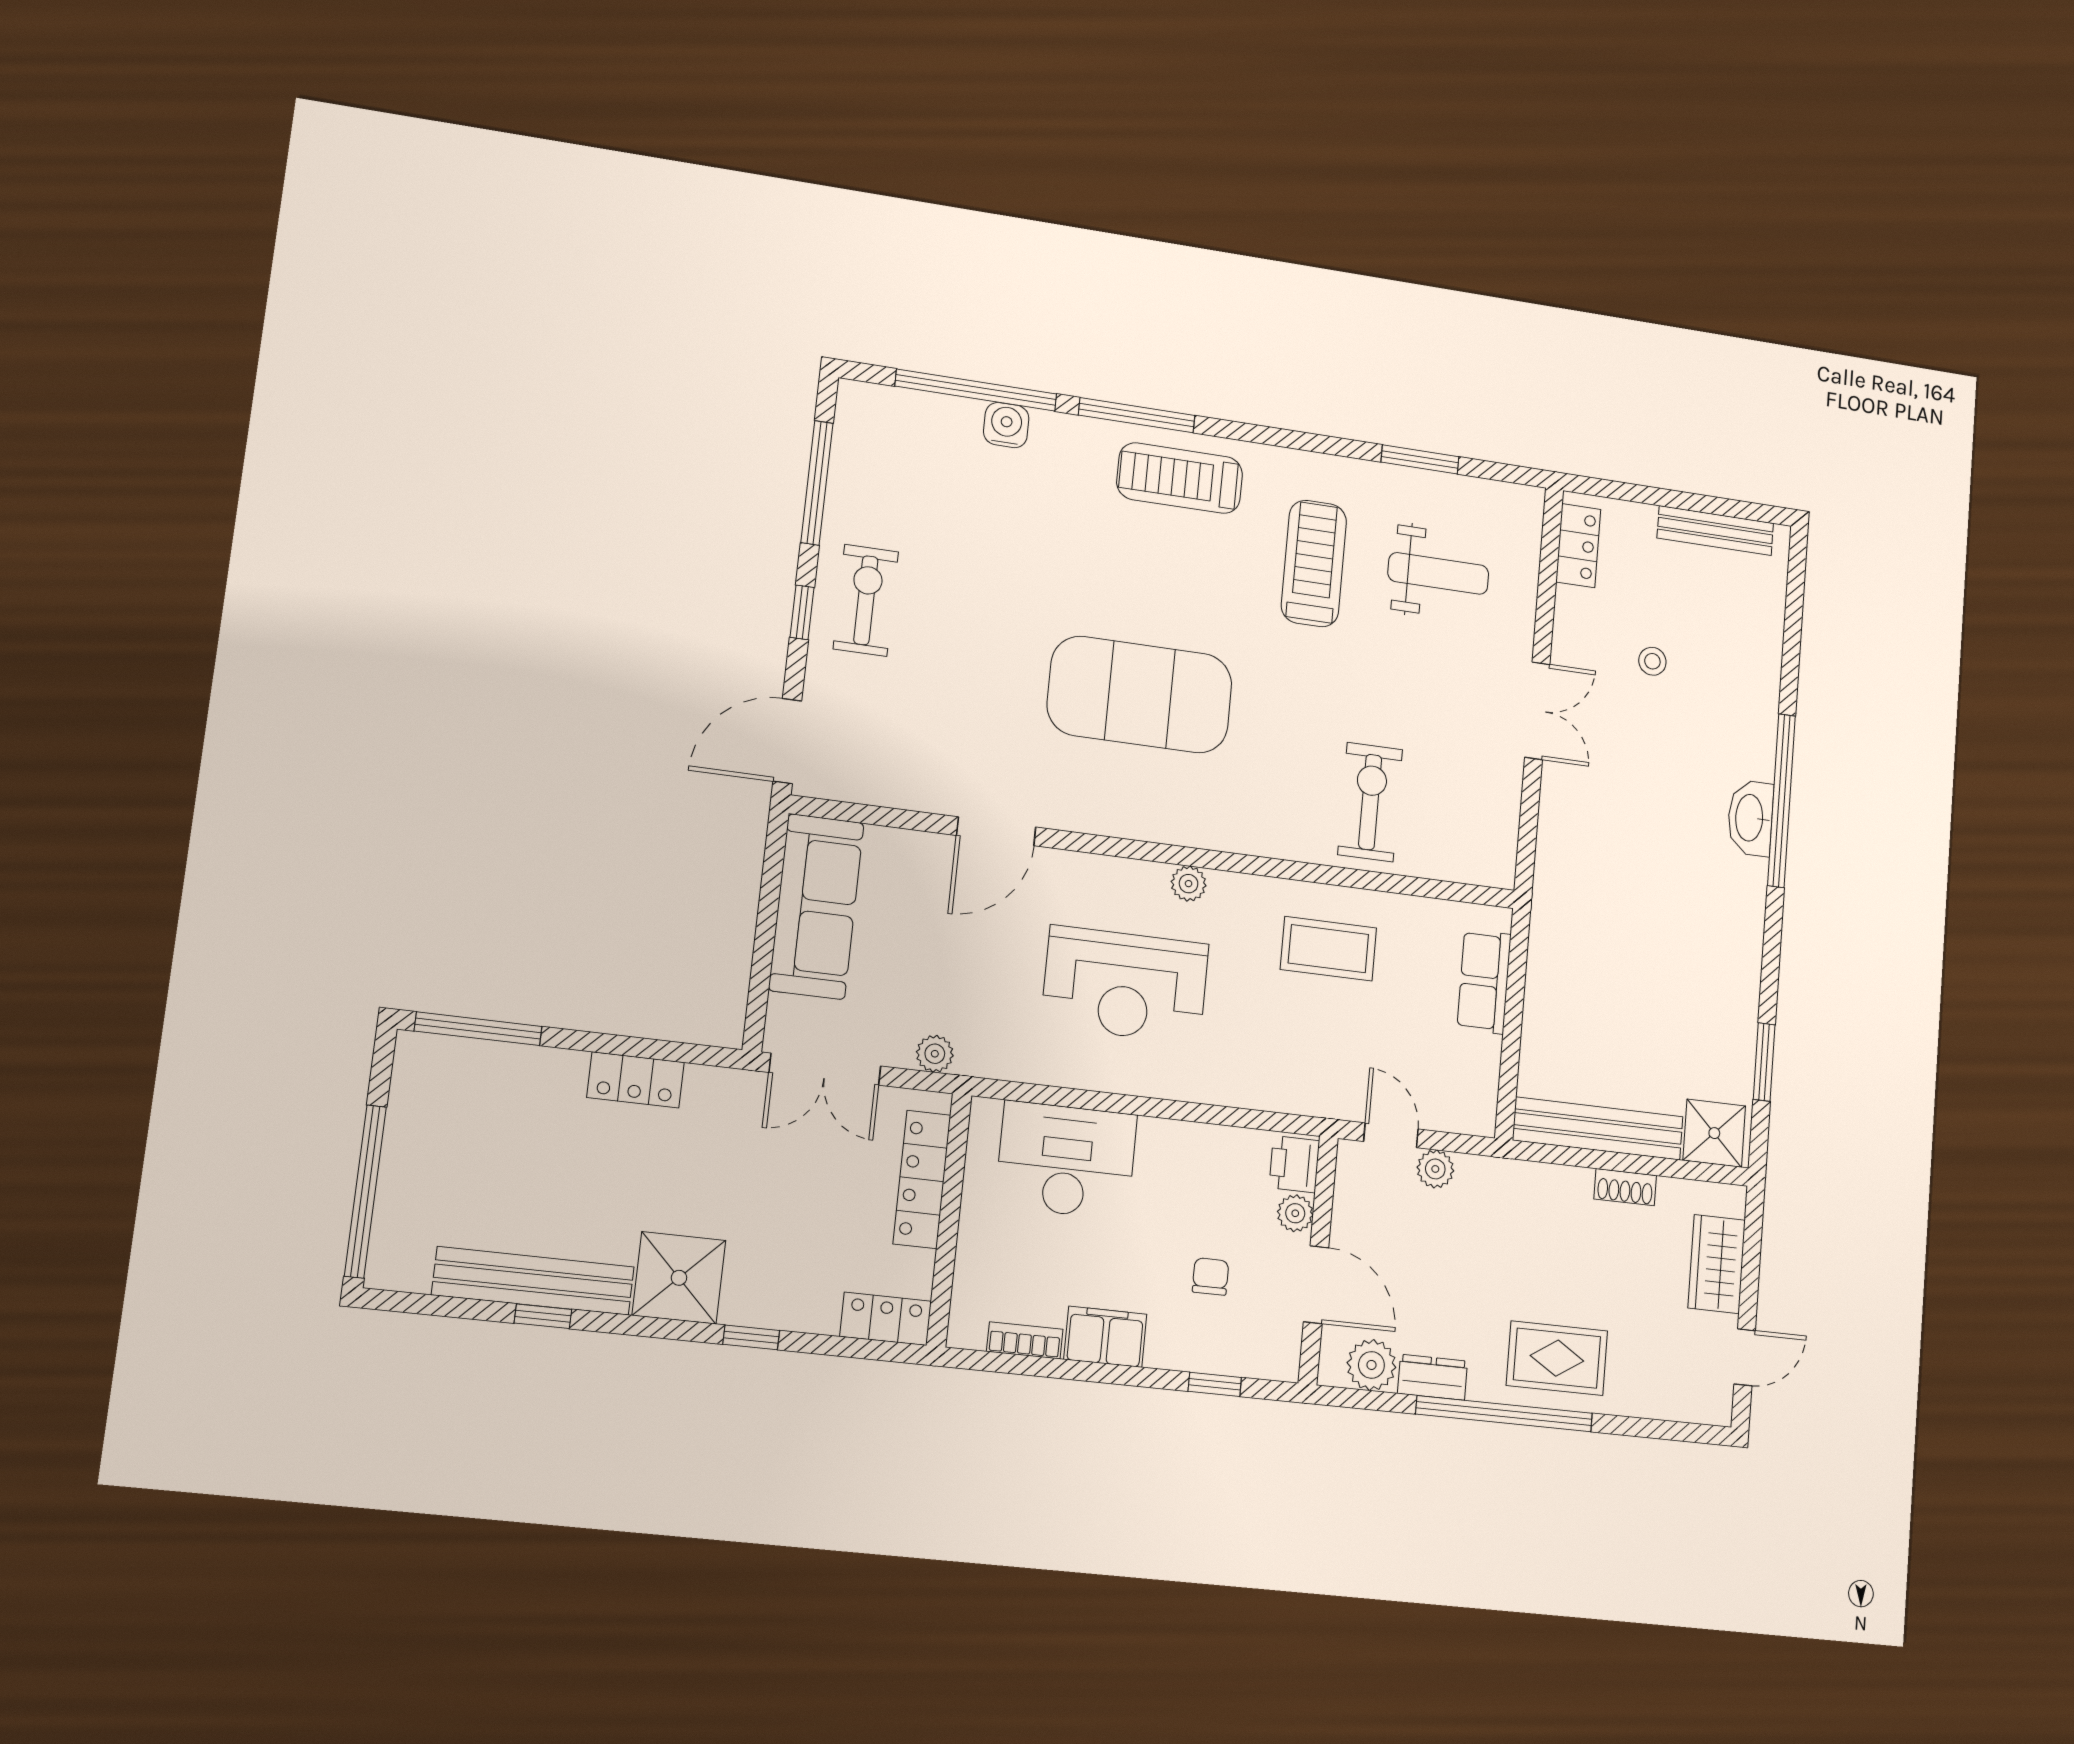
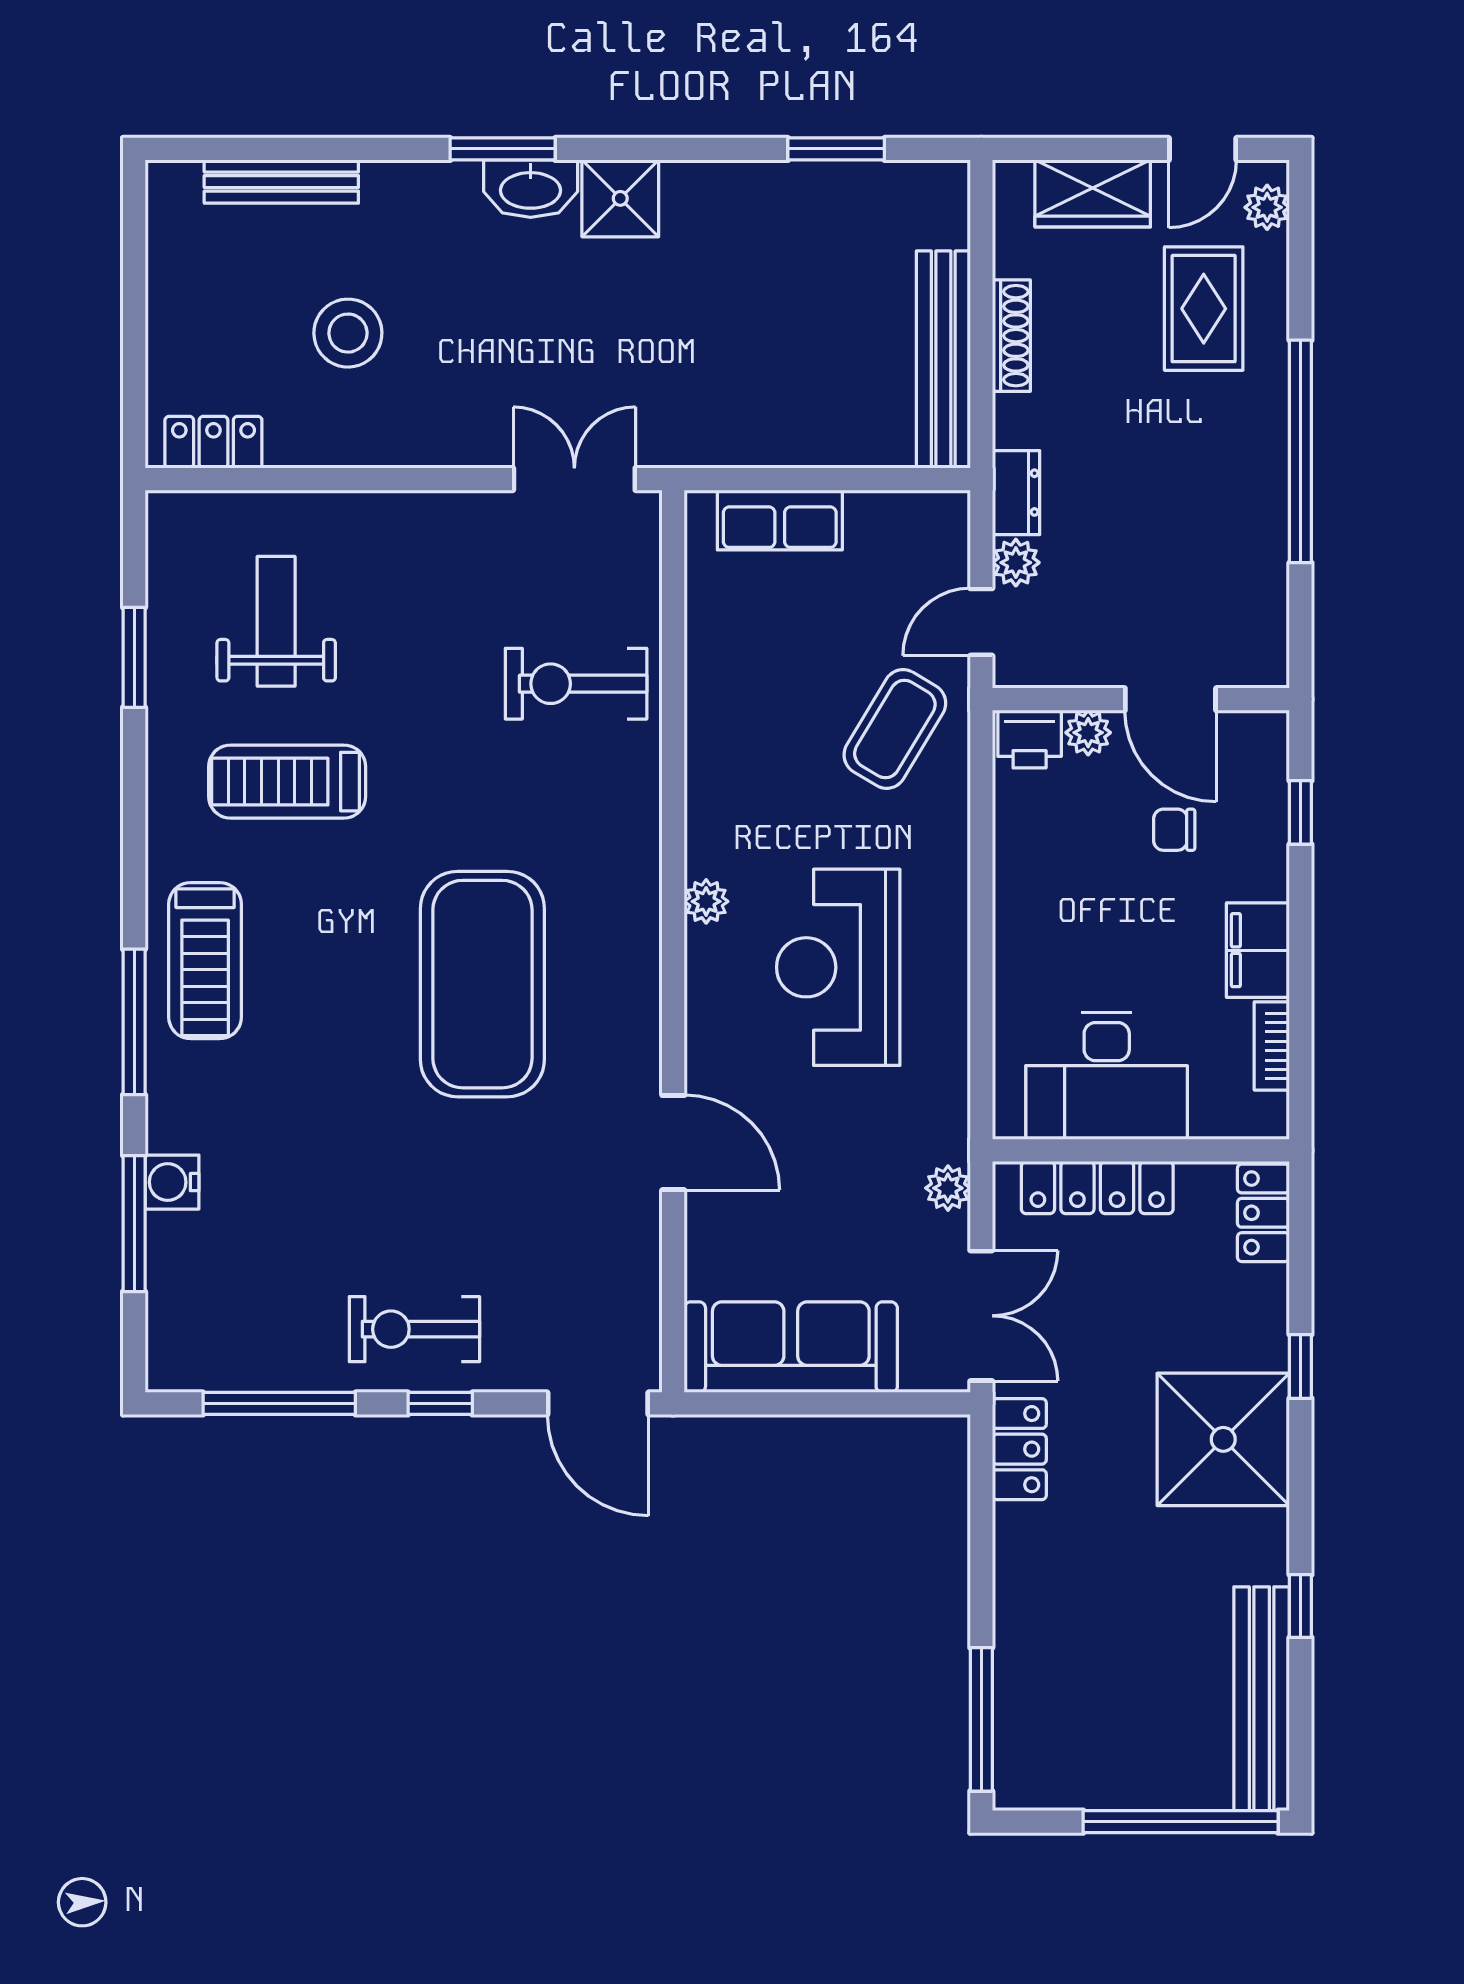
window: (976, 390) -> (134, 1224), width x0.68
bench: (1715, 531) -> (281, 182), moved, turned 90
stool: (1652, 661) -> (348, 333), width x1.89, depth x1.89
double door: (1537, 711) -> (574, 479), moved
window: (1781, 800) -> (503, 149), width x0.47
coffee table: (1328, 949) -> (895, 729), moved, turned 31
reception desk: (1125, 985) -> (838, 967), turned 180
locker: (636, 1080) -> (1019, 1449), moved
shower: (1714, 1133) -> (620, 198), moved
desk: (1066, 1160) -> (1107, 1076), moved, turned -90
shoe rack: (1625, 1187) -> (1011, 336), width x1.43
shower: (679, 1278) -> (1223, 1439), width x1.37, depth x1.37
bench: (533, 1281) -> (1262, 1699), moved
door: (1316, 1285) -> (1170, 699), swing flipped
door: (1745, 1357) -> (1203, 149), swing flipped
rug: (1557, 1358) -> (1204, 309), moved
plant: (1371, 1365) -> (1267, 207), moved, width x0.73, depth x0.73
dresser: (1432, 1377) -> (1016, 493), moved, turned 180

